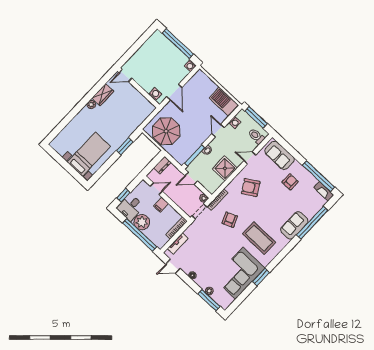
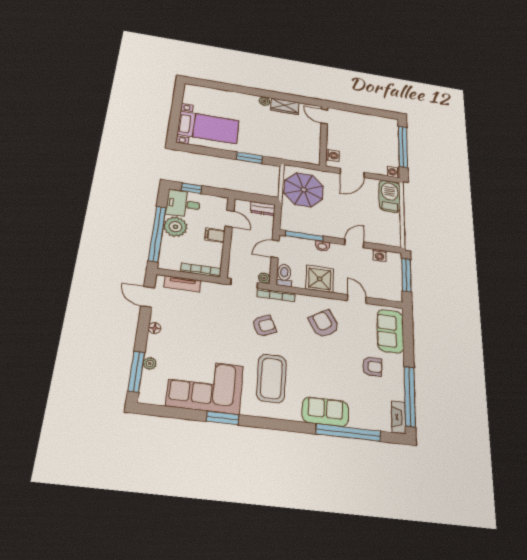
barbecue: (224, 101) -> (390, 196), moved
toilet: (256, 136) -> (284, 275), moved
door: (191, 178) -> (275, 249), hinge flipped

